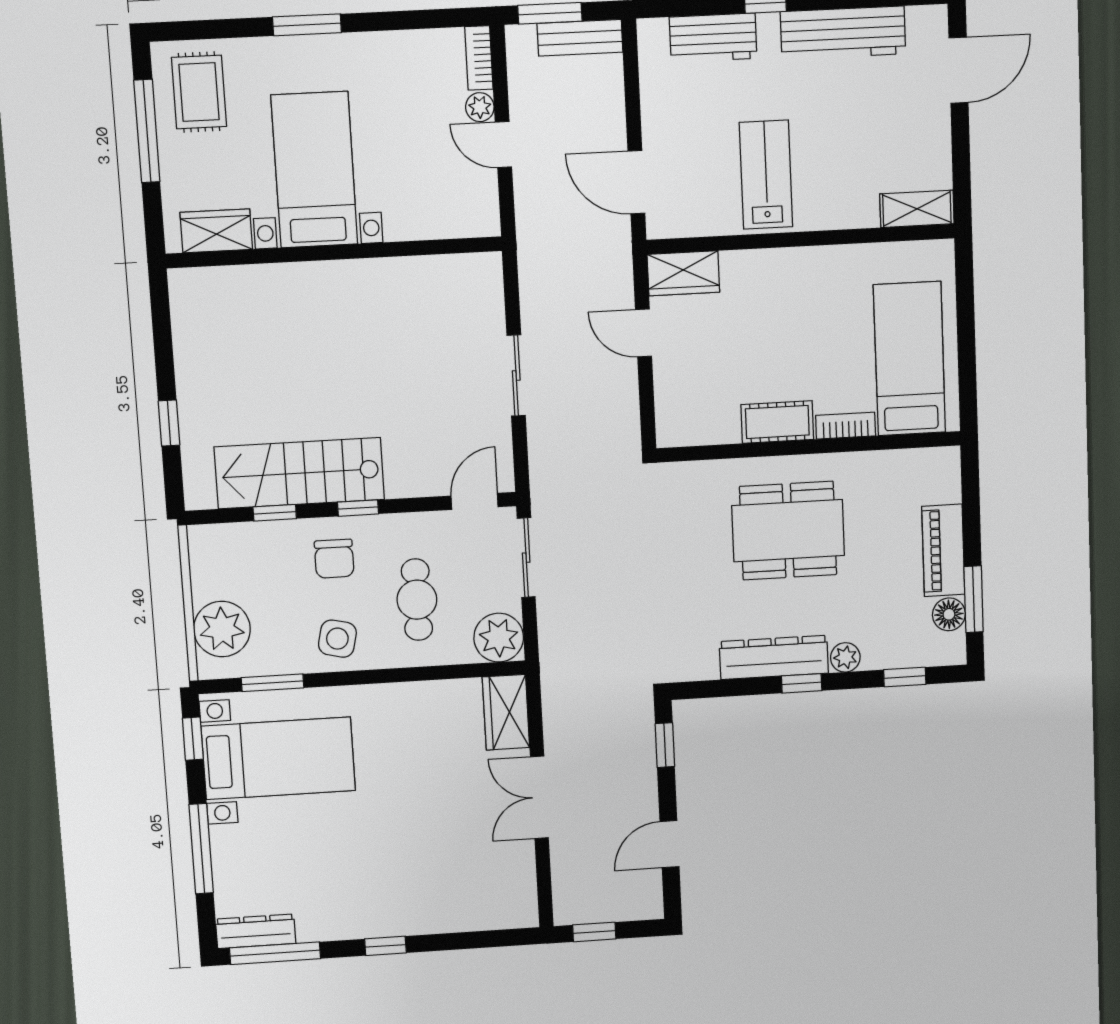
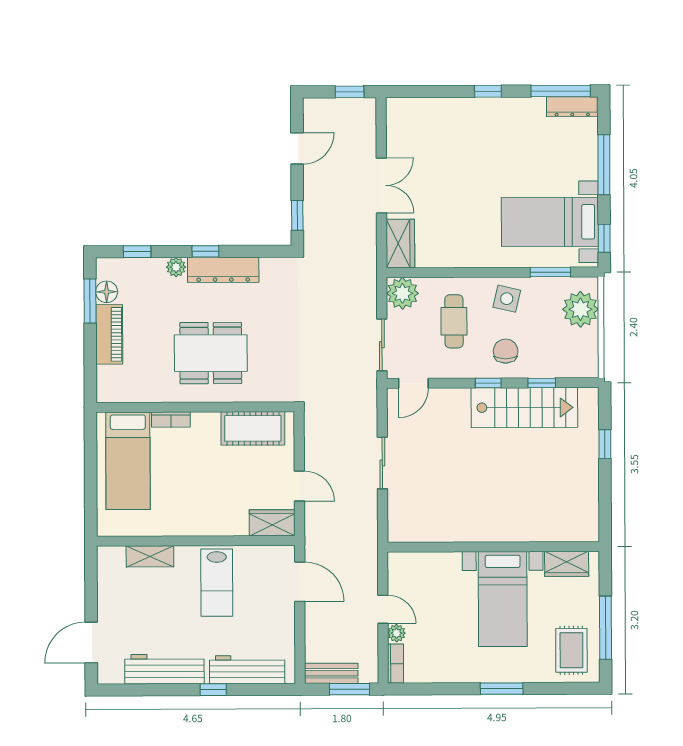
workbench: (713, 38) -> (247, 670), width x1.38
shelving: (917, 209) -> (150, 556), moved
cot: (777, 422) -> (253, 428), moved, width x1.37, depth x1.34

